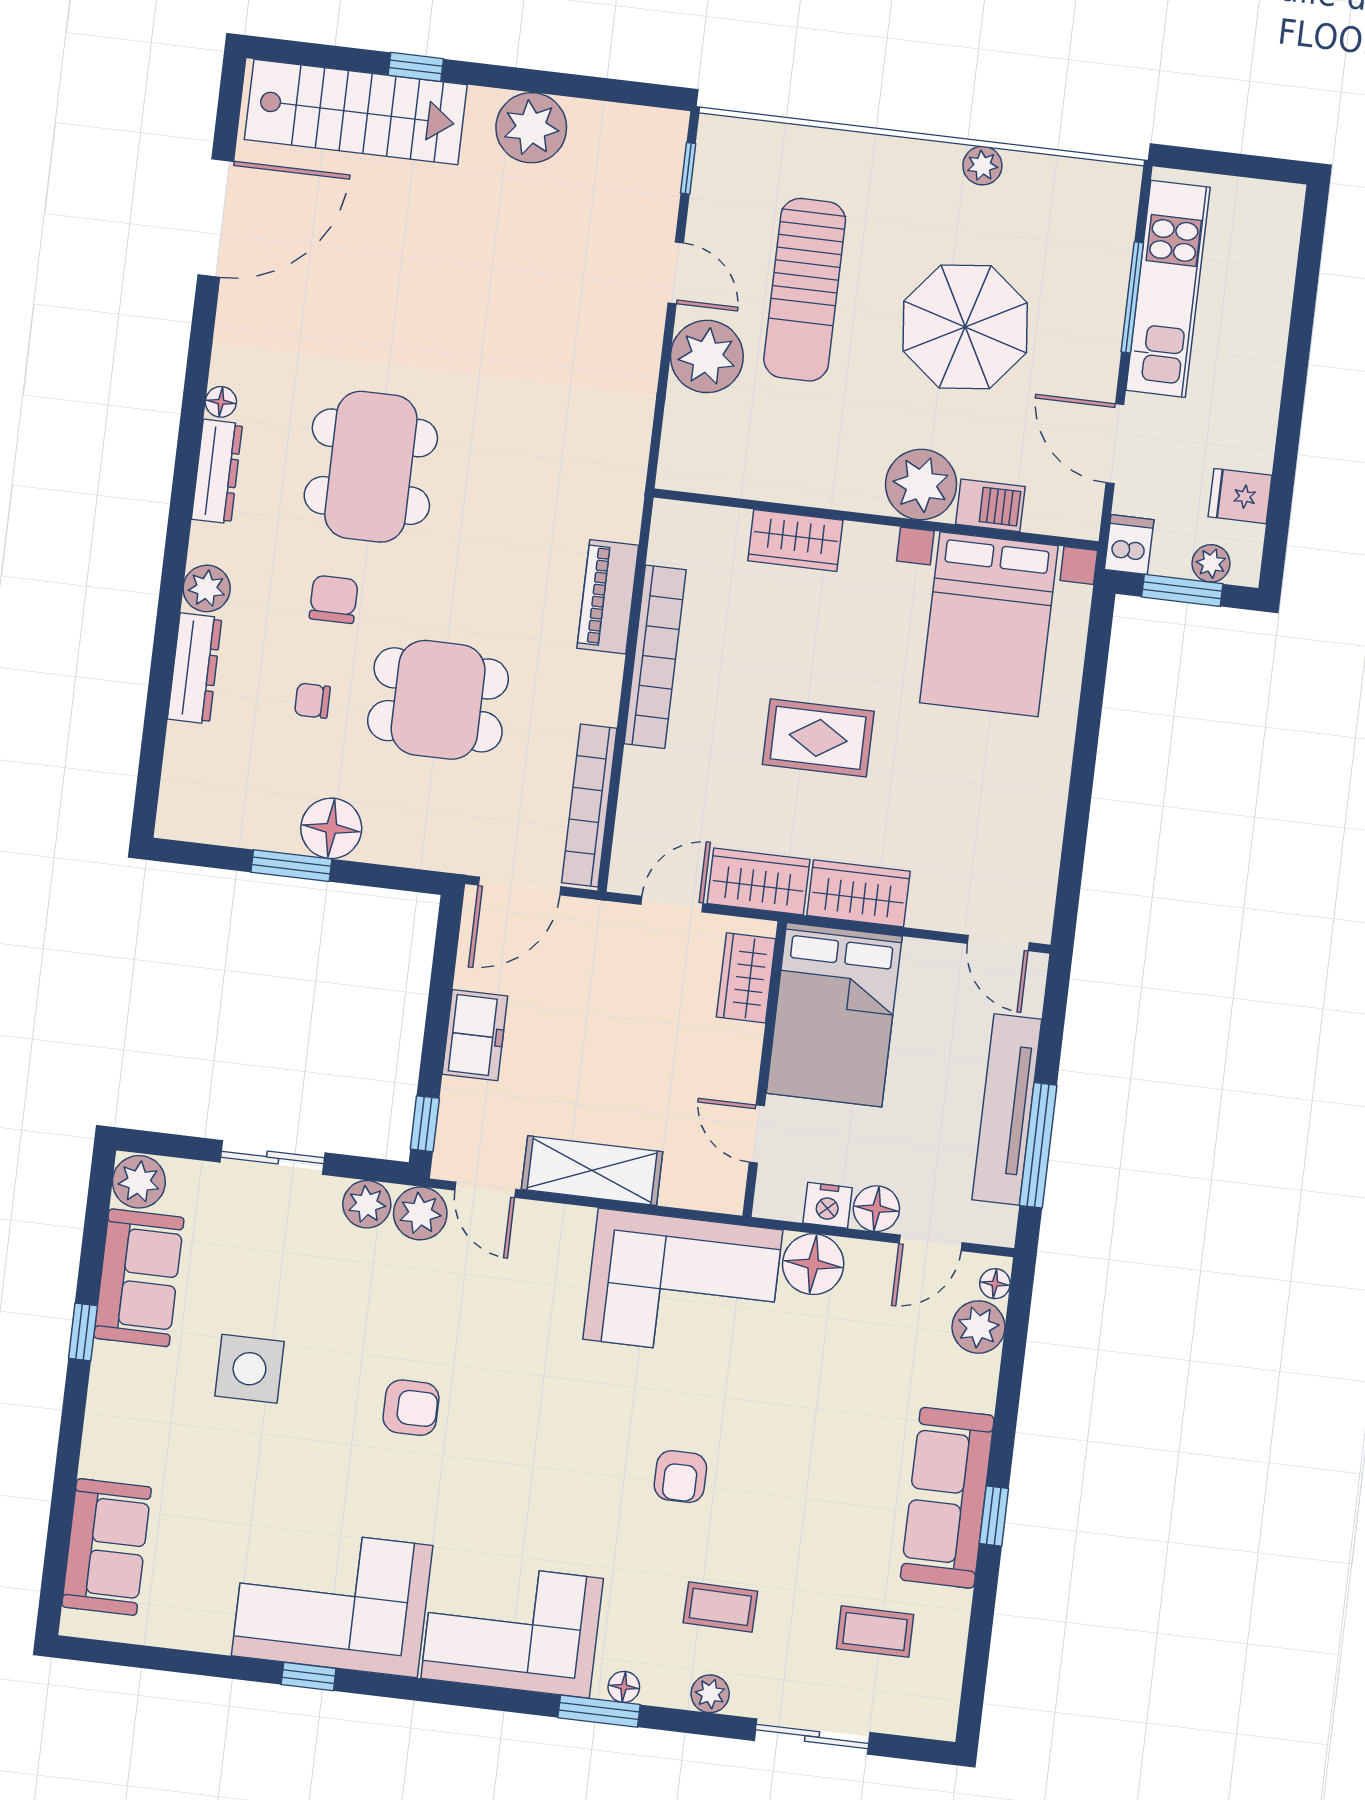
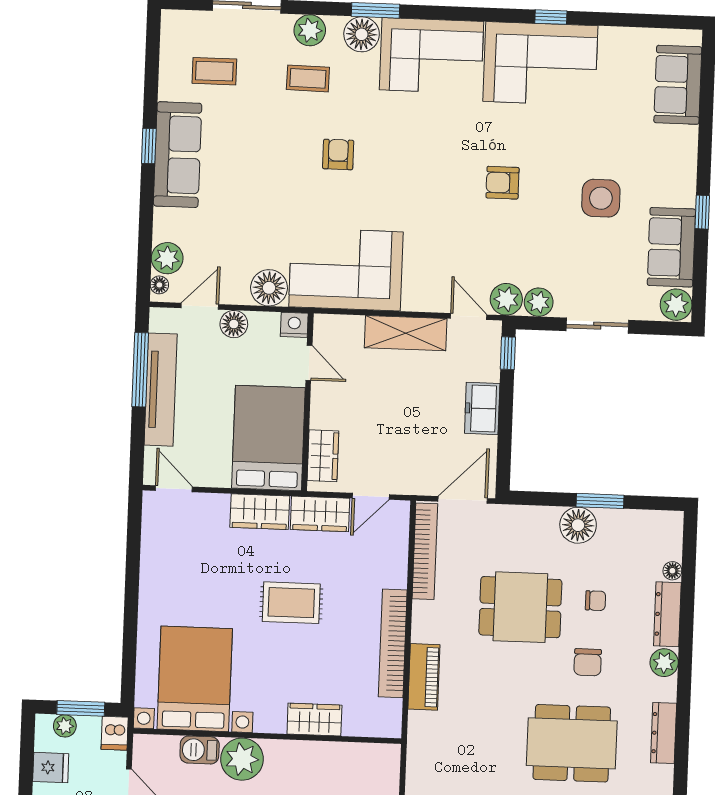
floor lamp: (221, 402) -> (672, 571), moved
dining table: (371, 467) -> (572, 743), turned 90
nightstand: (828, 1205) -> (294, 325), moved
floor lamp: (624, 1687) -> (362, 34), width x1.89, depth x1.89
plant: (710, 1694) -> (310, 30), width x1.38, depth x1.38

